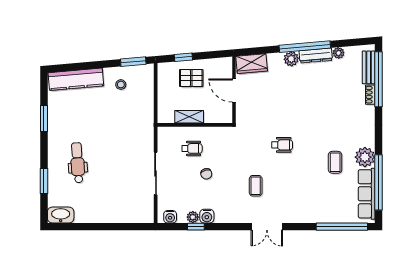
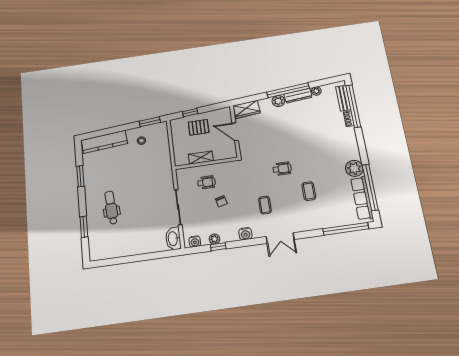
coffee table: (335, 162) -> (309, 191), moved
washbasin: (61, 215) -> (173, 239), moved, turned -90
water cooler: (207, 216) -> (245, 234), moved

